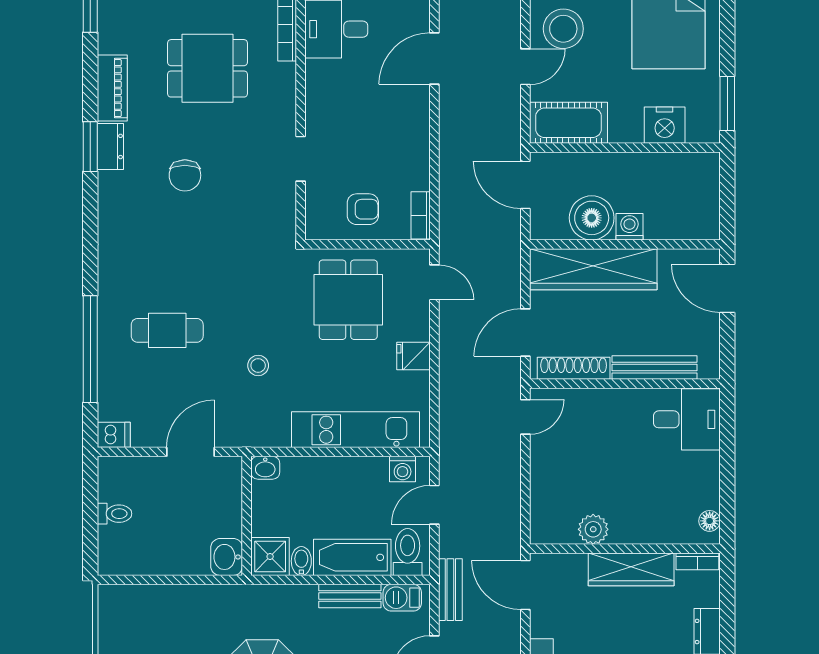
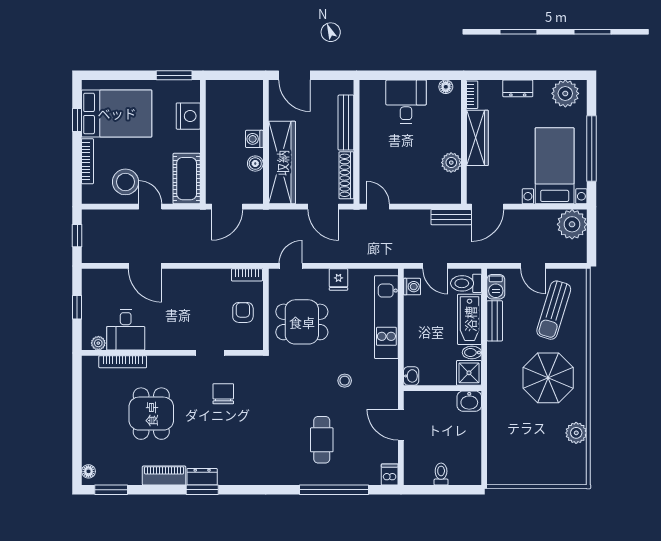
chair: (185, 175) -> (223, 394), moved, turned -90
boiler: (592, 218) -> (255, 164), width x0.54, depth x0.54
door: (727, 288) -> (294, 75), hinge flipped
desk: (687, 419) -> (406, 102), moved
bench: (450, 590) -> (451, 217), moved

